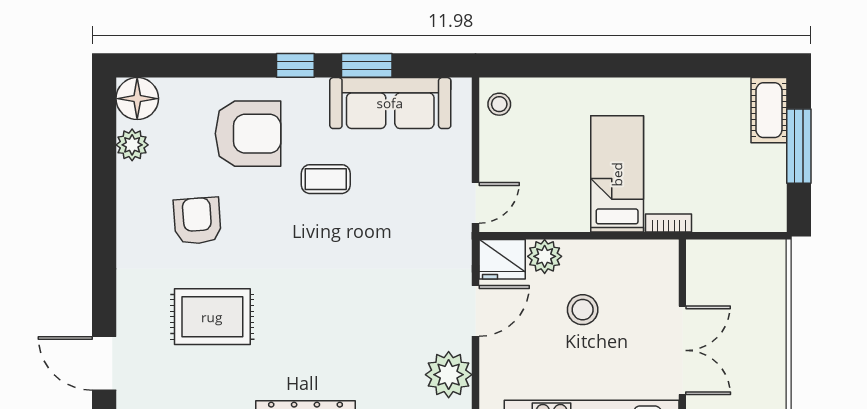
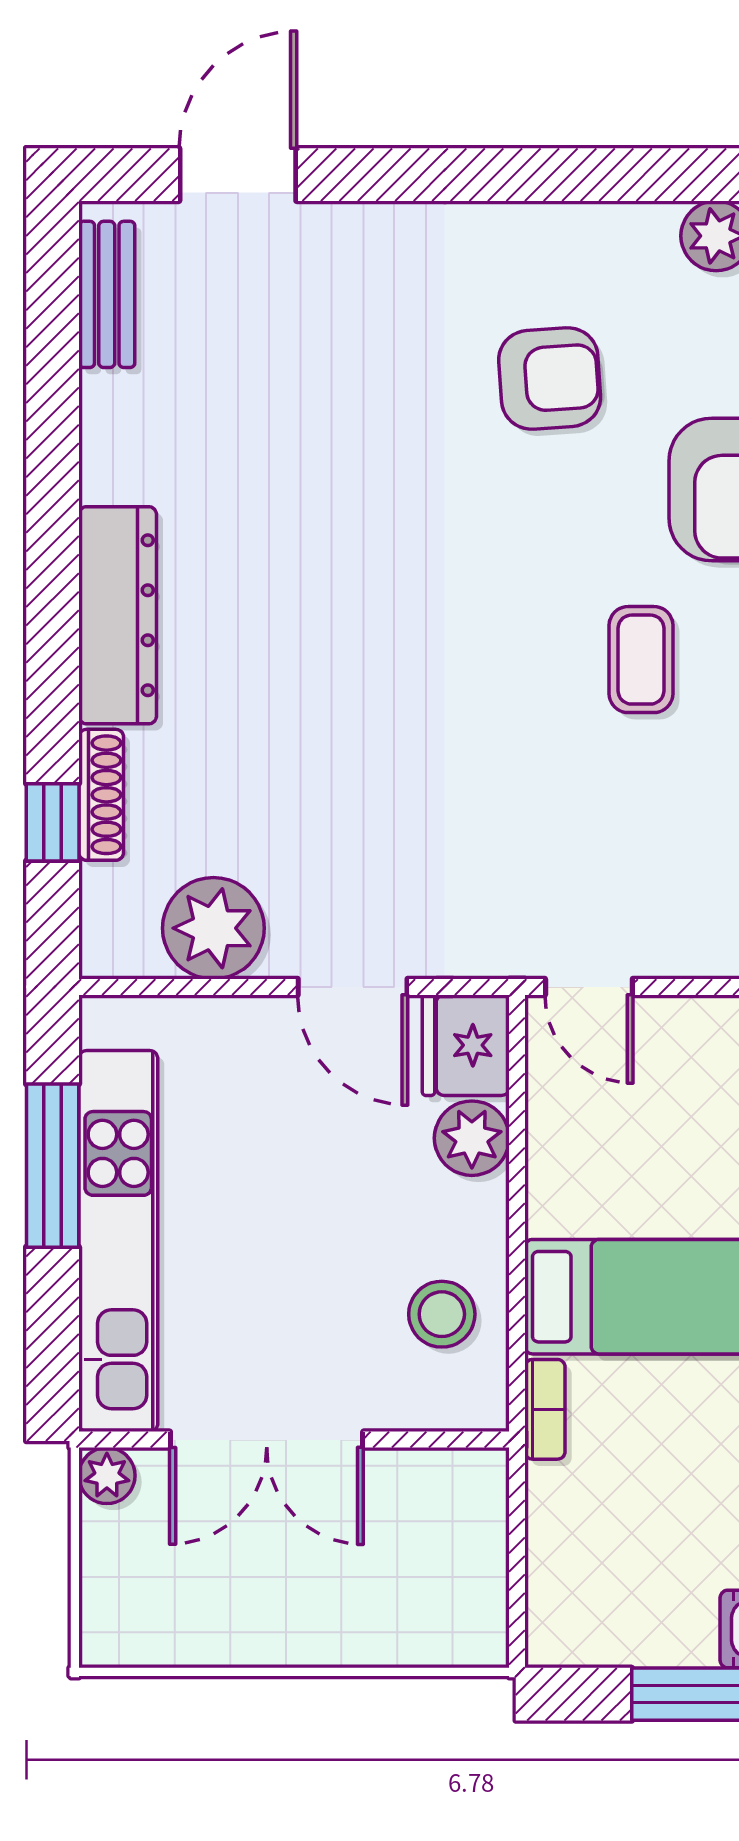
stool: (583, 310) -> (442, 1314), moved
rug: (212, 317) -> (340, 411), removed

